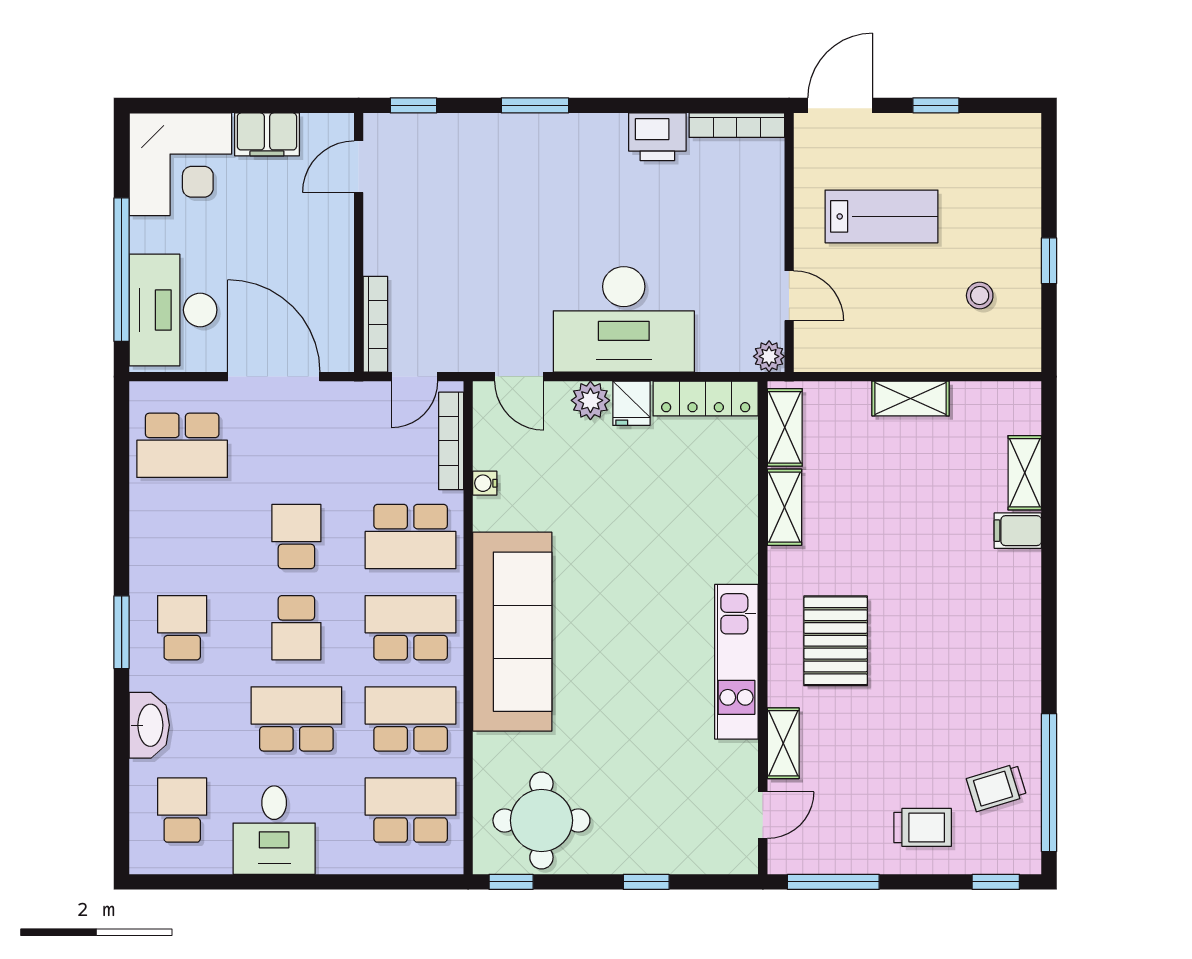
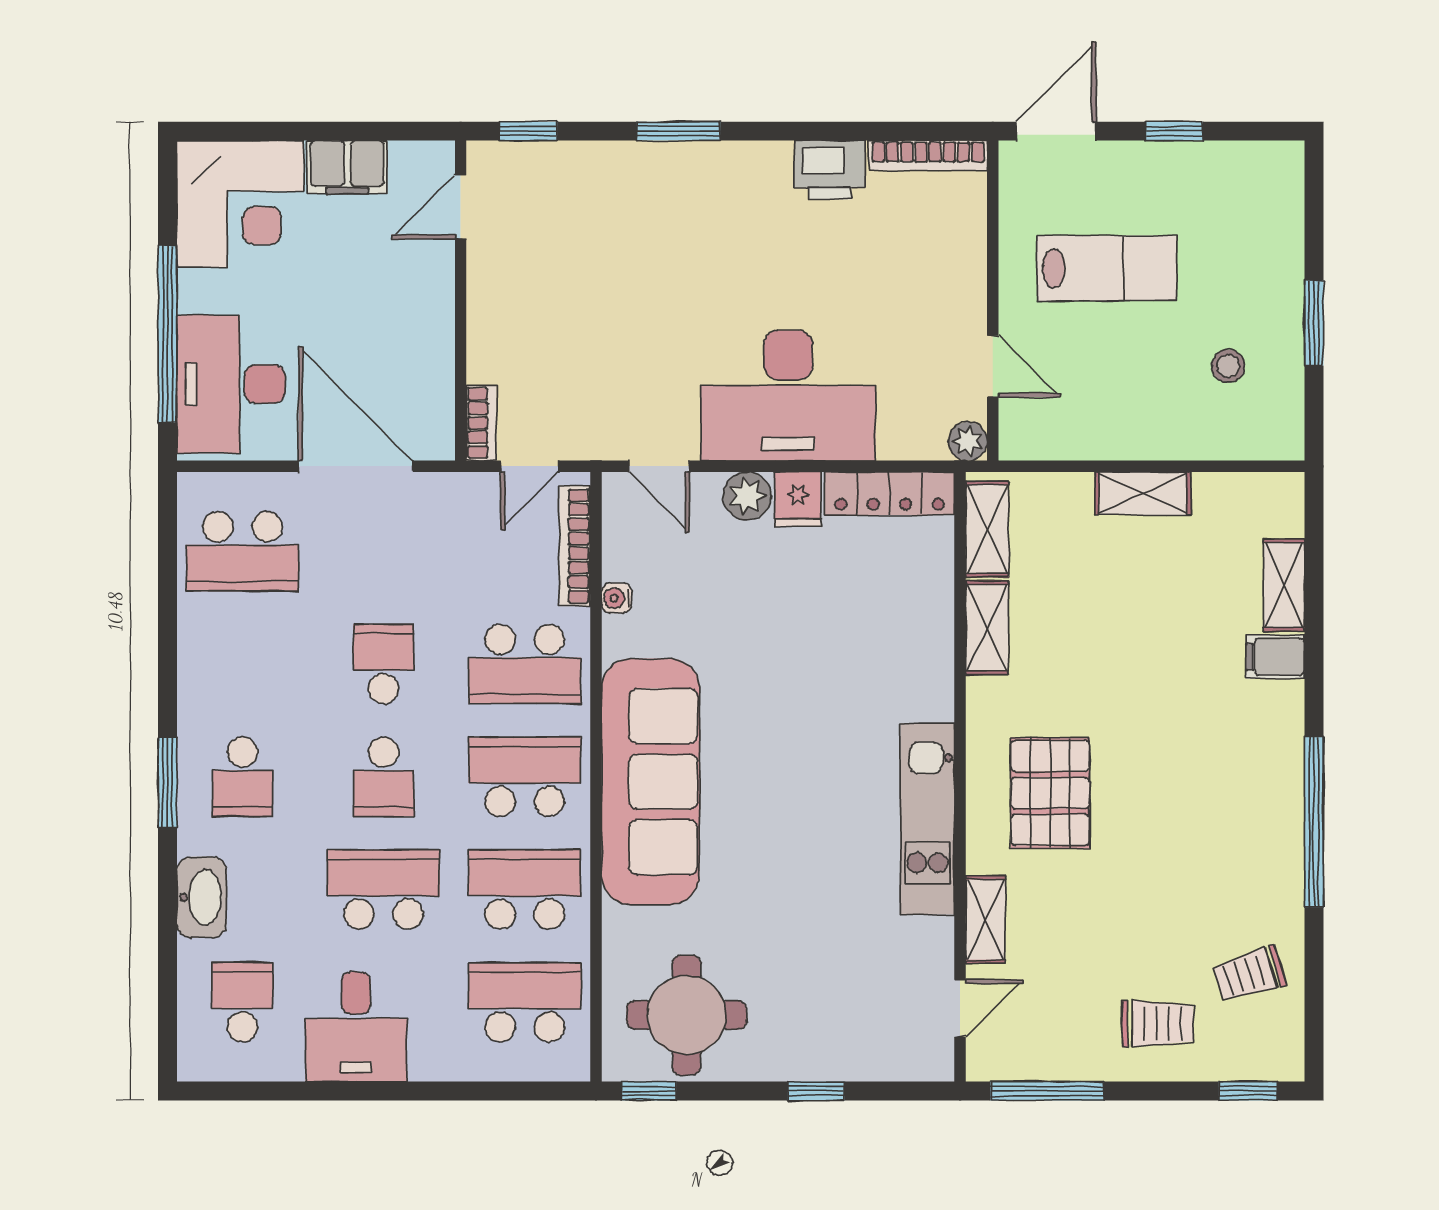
window: (1049, 261) -> (1314, 323), width x1.50
bookcase: (375, 324) -> (481, 423), width x0.64
school desk: (182, 628) -> (242, 777), turned 180
window: (1049, 783) -> (1314, 822), moved

